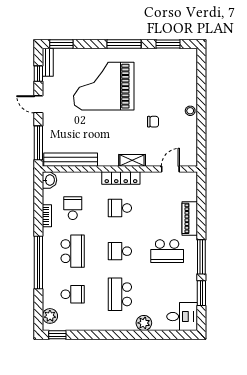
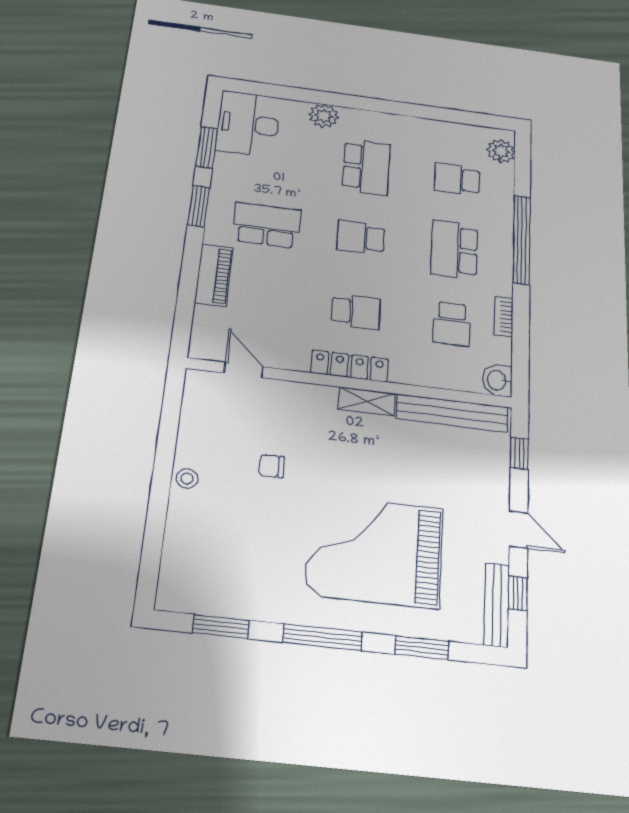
window: (61, 44) -> (422, 648), moved
bench: (48, 62) -> (497, 605), width x1.36
grand piano: (104, 86) -> (375, 551), turned 180
window: (38, 143) -> (519, 453), width x0.46
shelving: (132, 160) -> (367, 401), moved
door: (170, 169) -> (244, 370), swing flipped
school desk: (120, 251) -> (361, 237), turned 180
window: (201, 257) -> (199, 206), width x0.69
desk: (182, 317) -> (248, 124), width x1.37
window: (57, 335) -> (488, 121), removed

